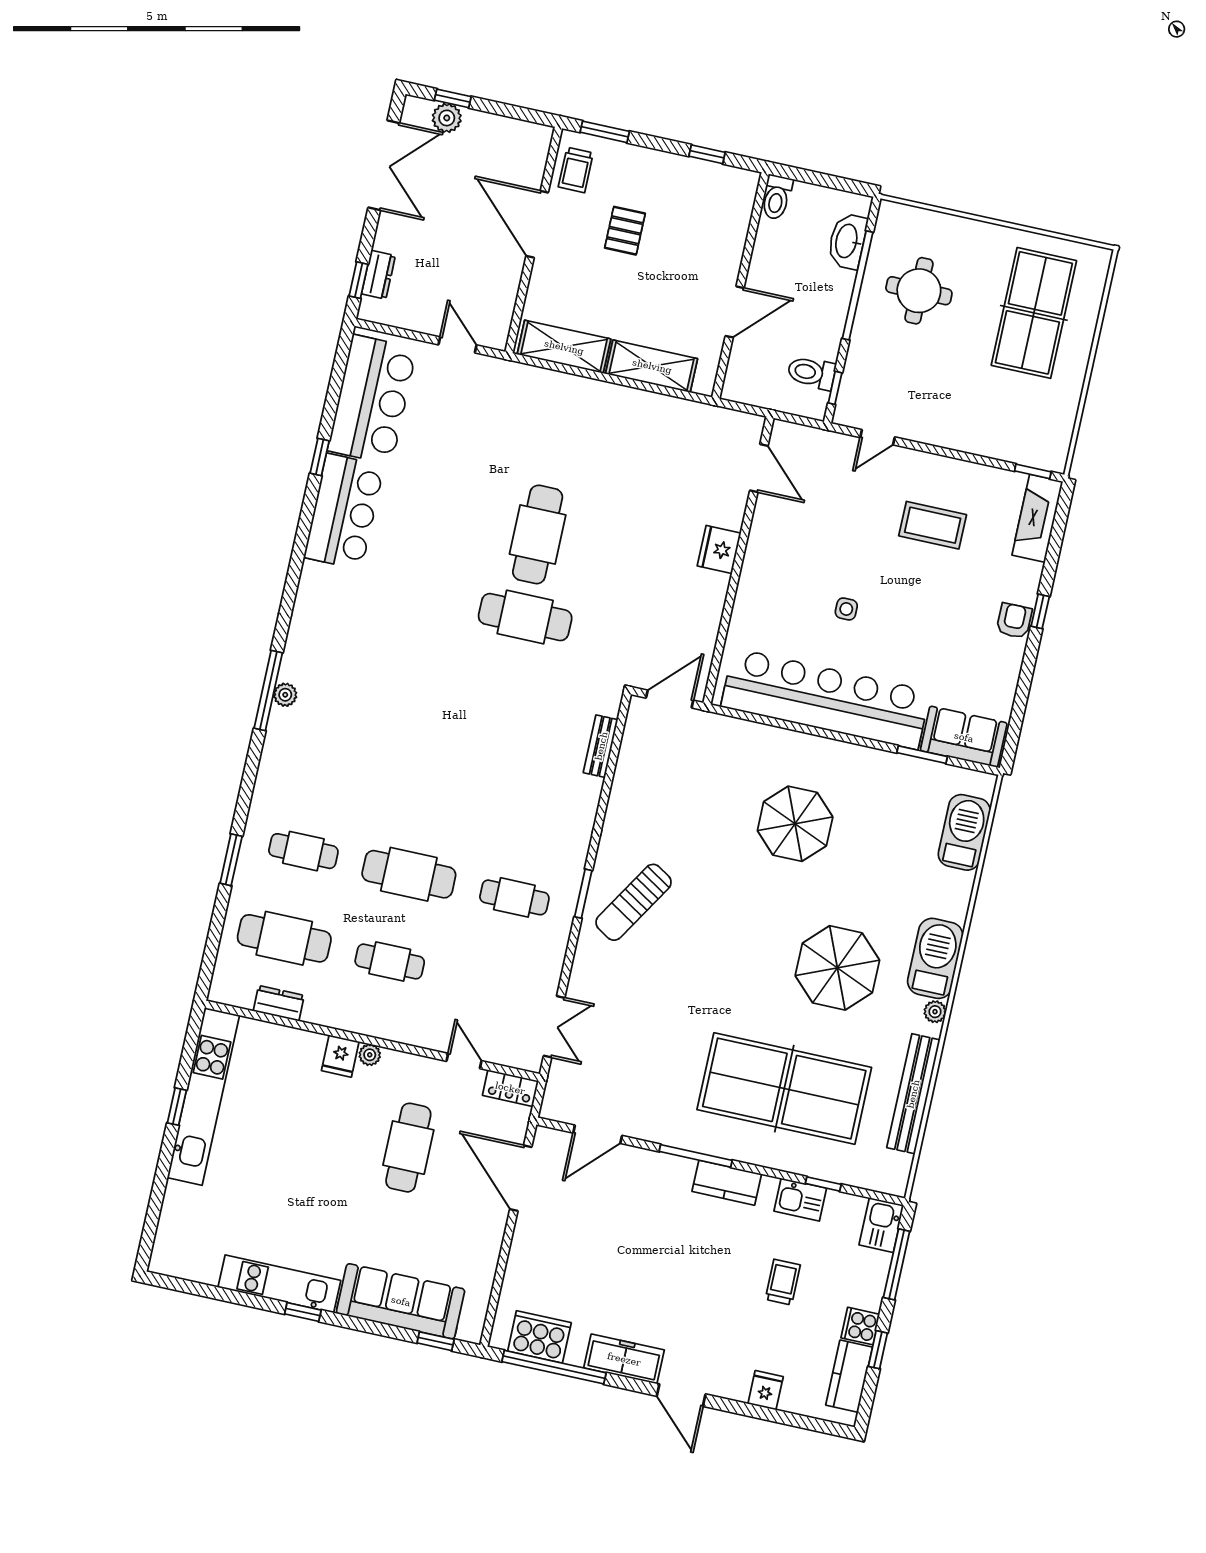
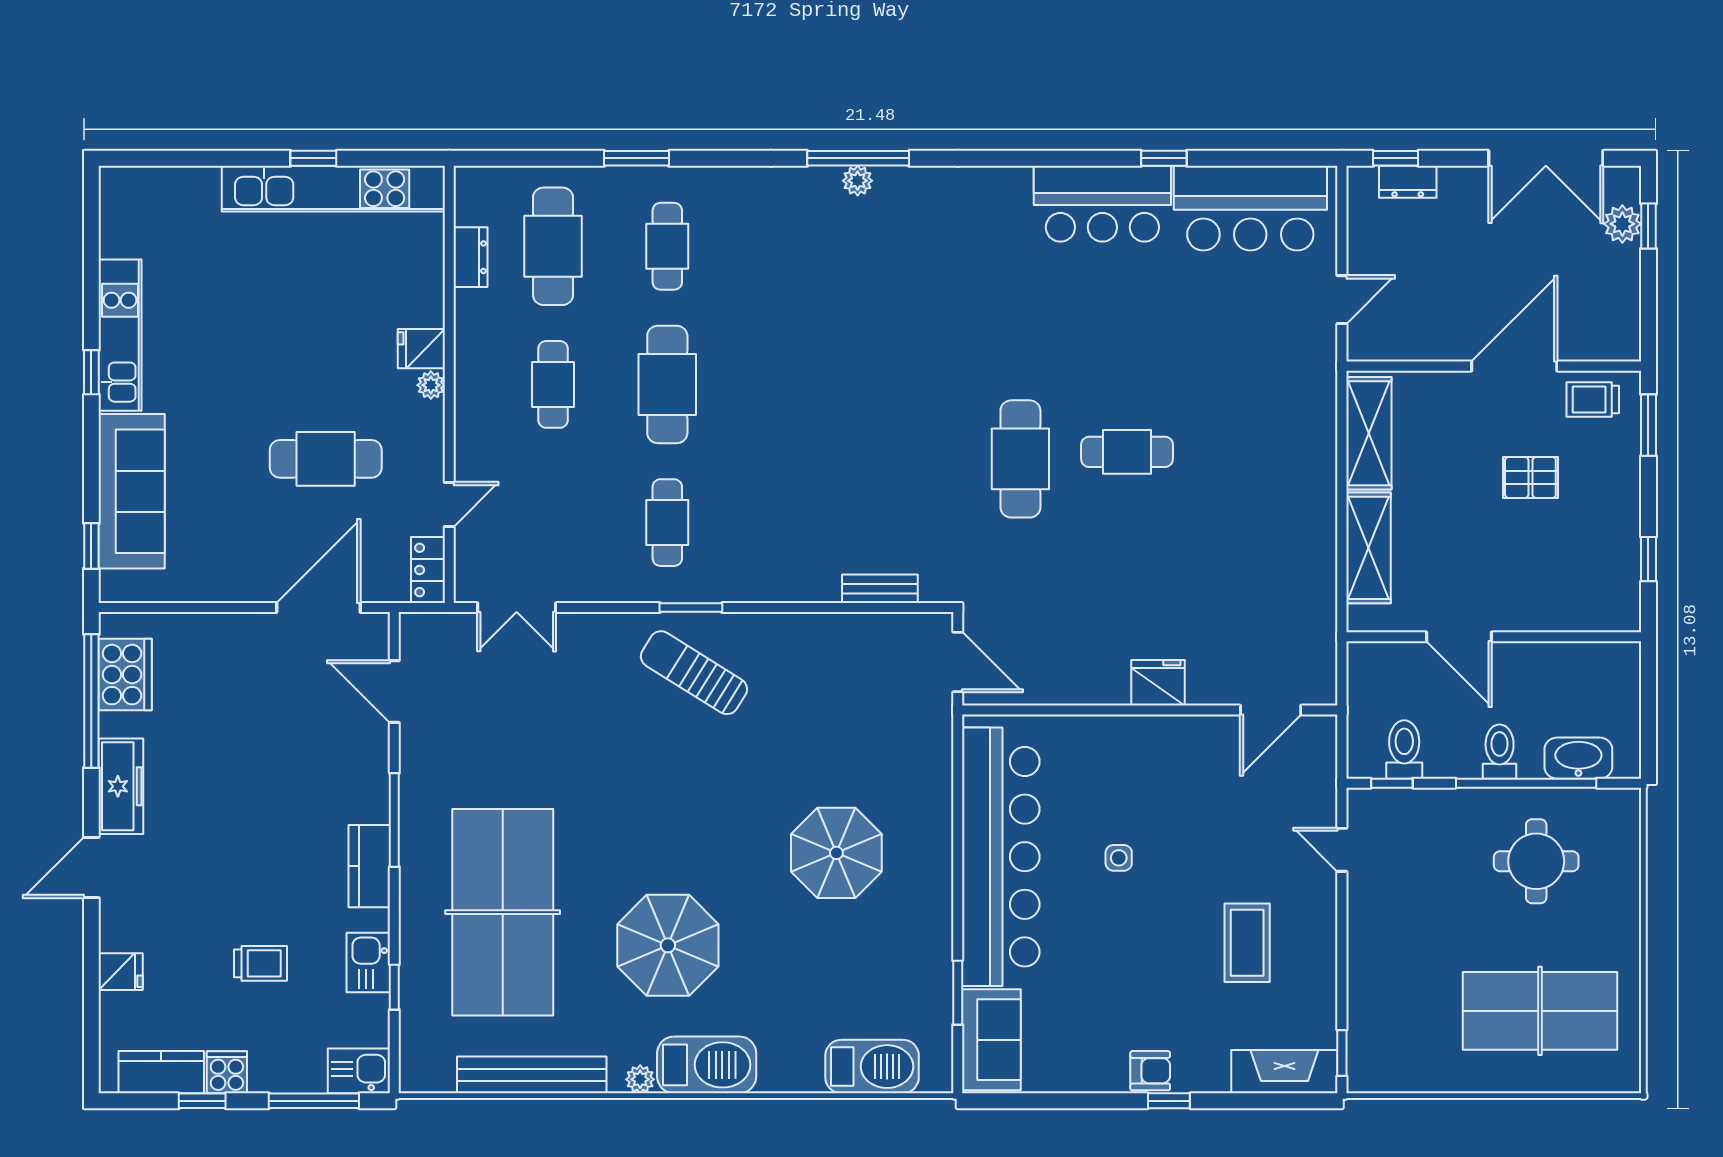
toilet: (777, 197) -> (1500, 752), moved, turned 90
cafe table: (538, 534) -> (1127, 452), width x0.73, depth x0.74

